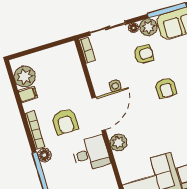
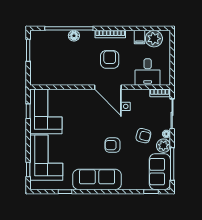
armchair: (144, 54) -> (143, 136), turned -76
armchair: (65, 122) -> (110, 59), turned 90
plant: (118, 142) -> (81, 96), removed
desk: (91, 154) -> (148, 72), moved
floor lamp: (44, 155) -> (74, 36), moved

